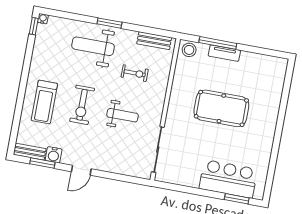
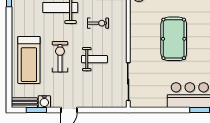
treadmill: (44, 102) -> (29, 60), width x1.37, depth x1.38
exercise bike: (82, 105) -> (60, 57), turned 180
pool table: (221, 108) -> (174, 39), turned 90

